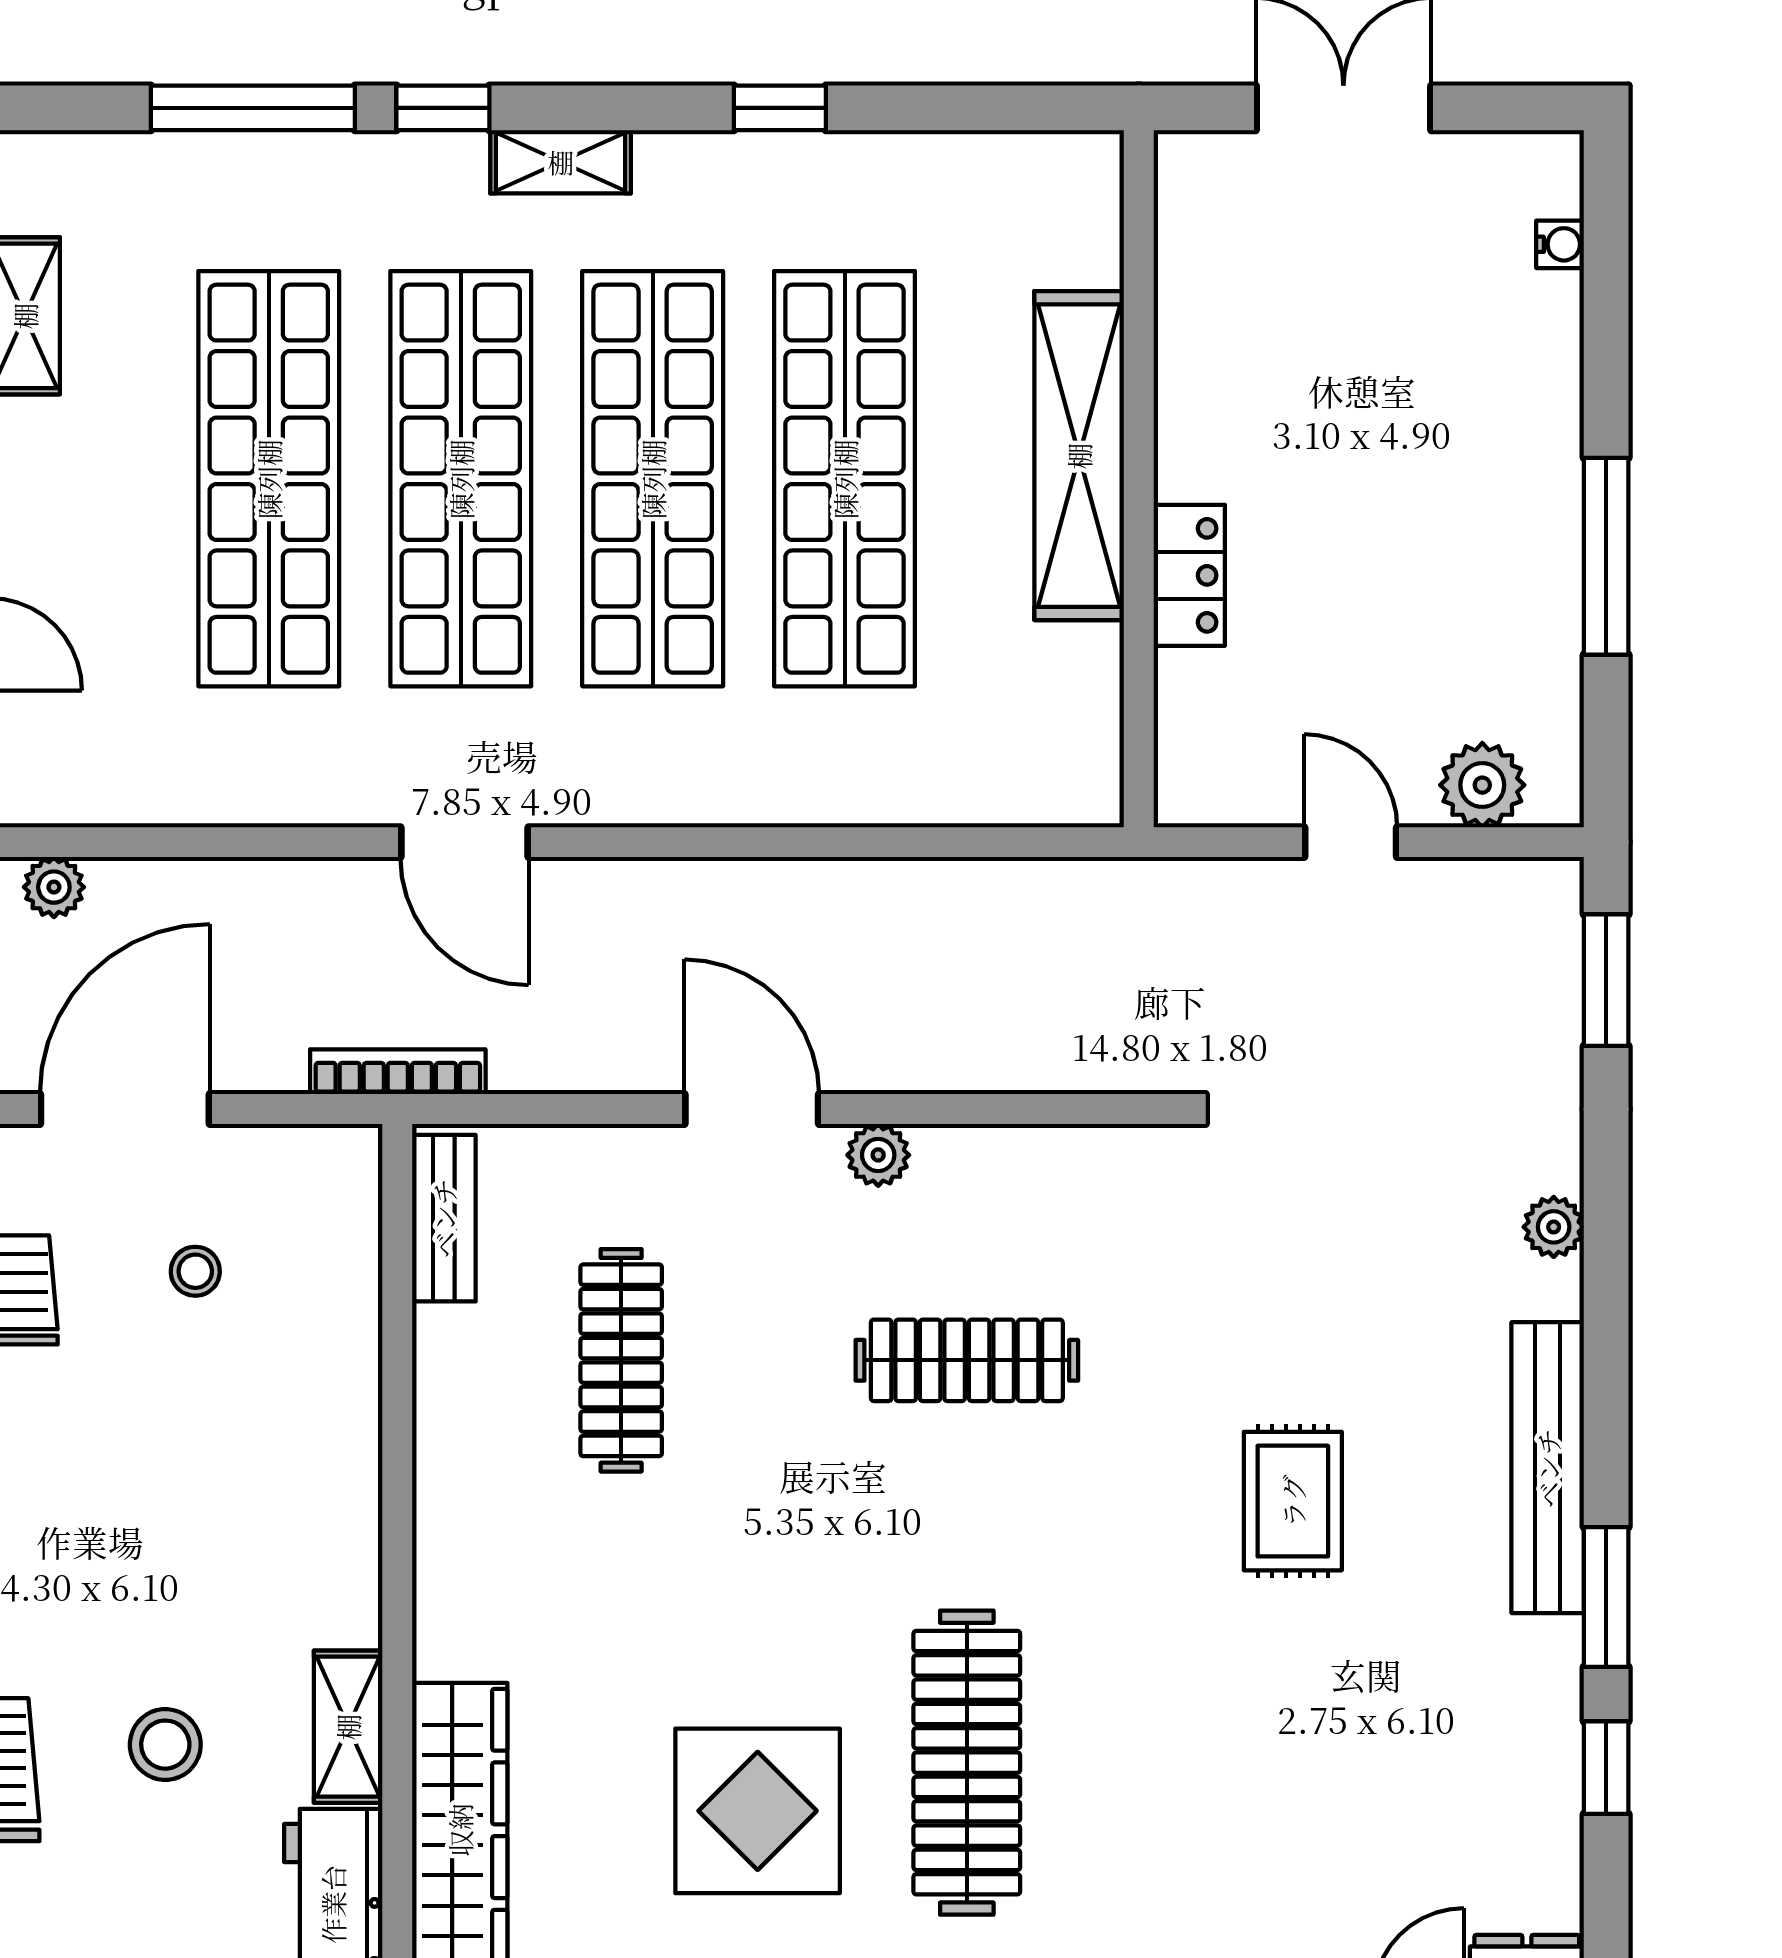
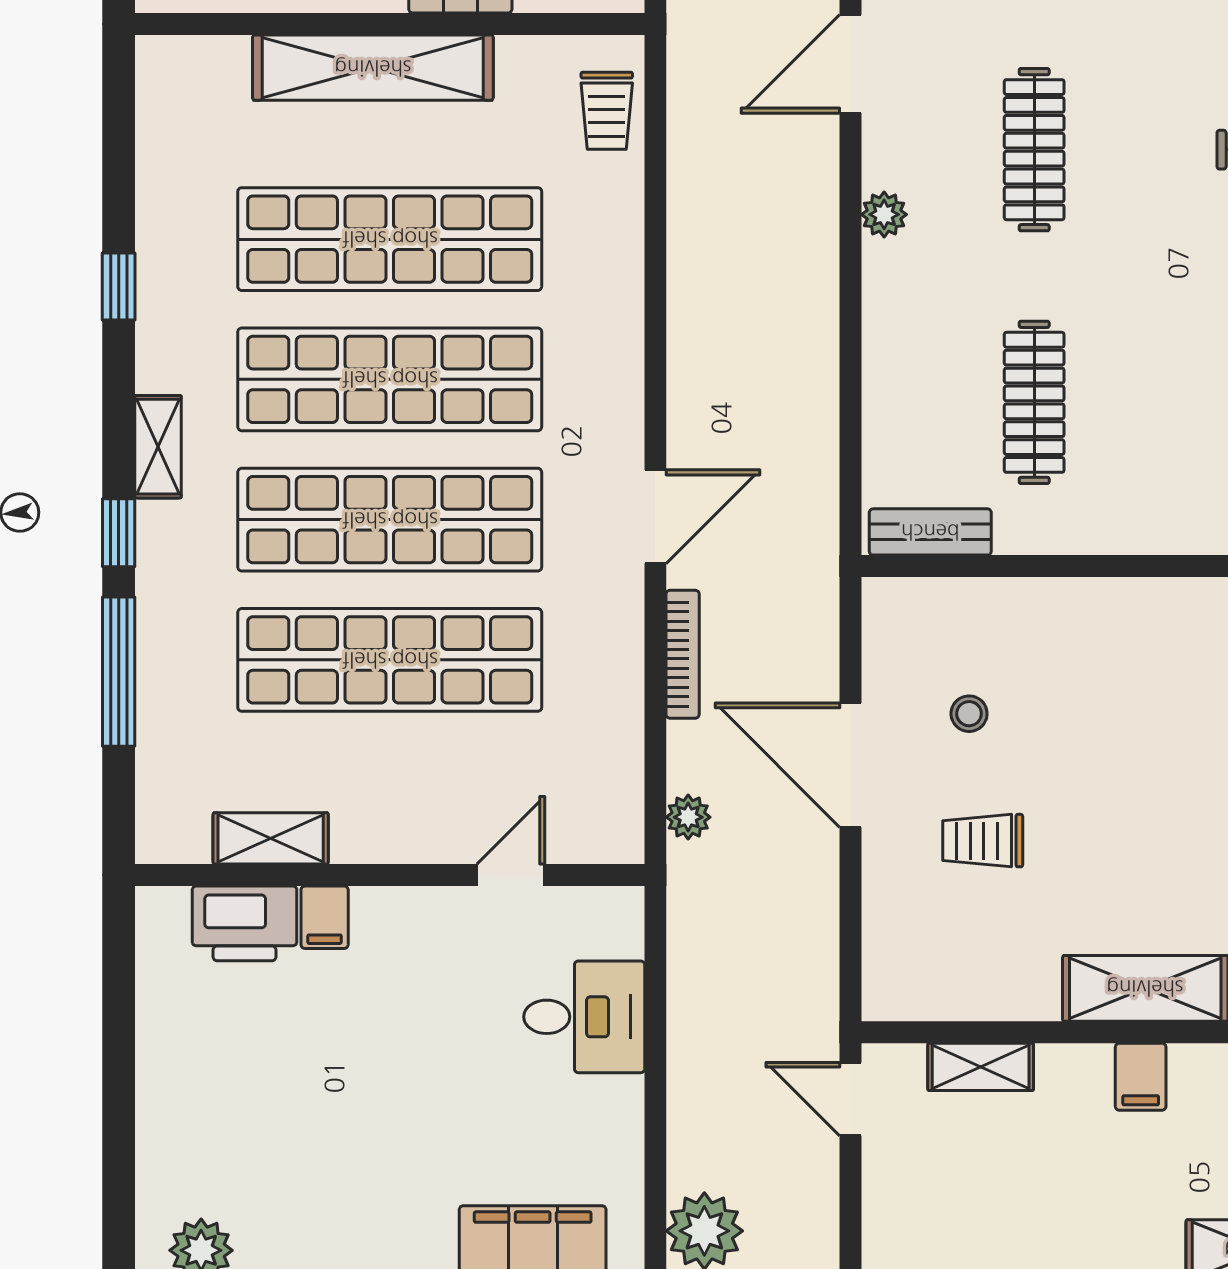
trolley: (1020, 776) -> (607, 111), added
bookcase: (398, 1072) -> (683, 654), moved, turned 180
door: (752, 1109) -> (851, 64), moved
clothes rail: (621, 1360) -> (1034, 402), turned 90

